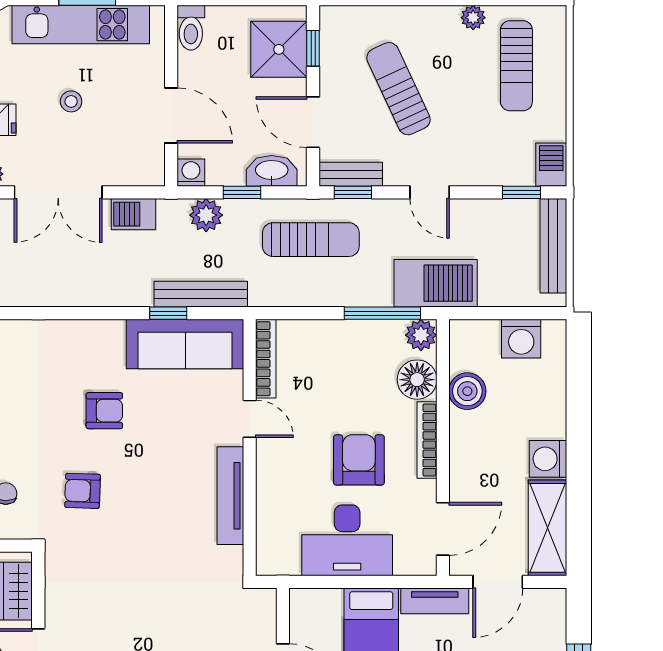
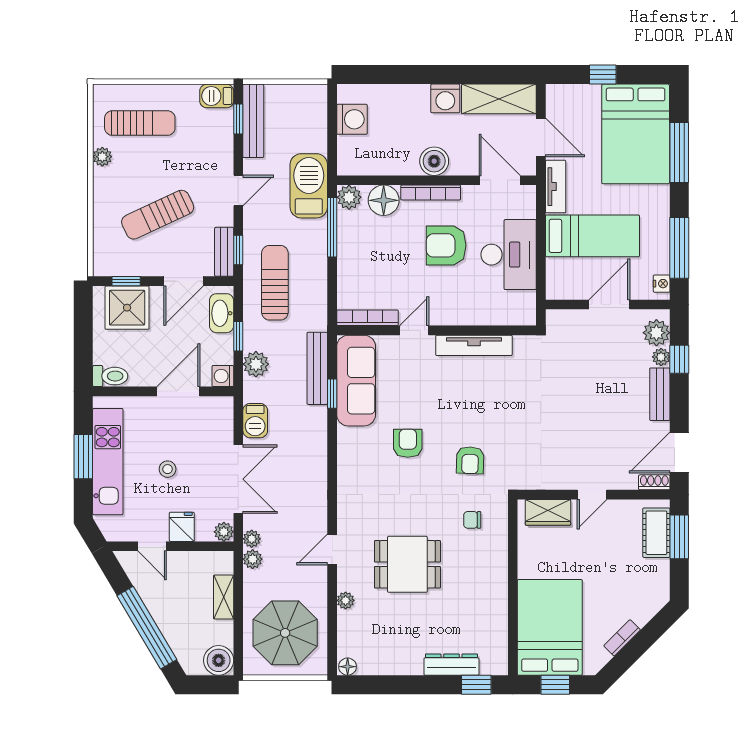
bench: (553, 246) -> (253, 121), moved, turned 90
boiler: (467, 391) -> (434, 161), moved

